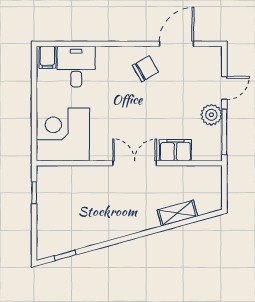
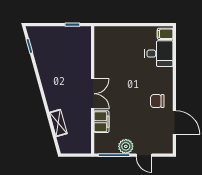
chair: (145, 69) -> (157, 101), turned 120
corner desk: (63, 134) -> (112, 44), removed

